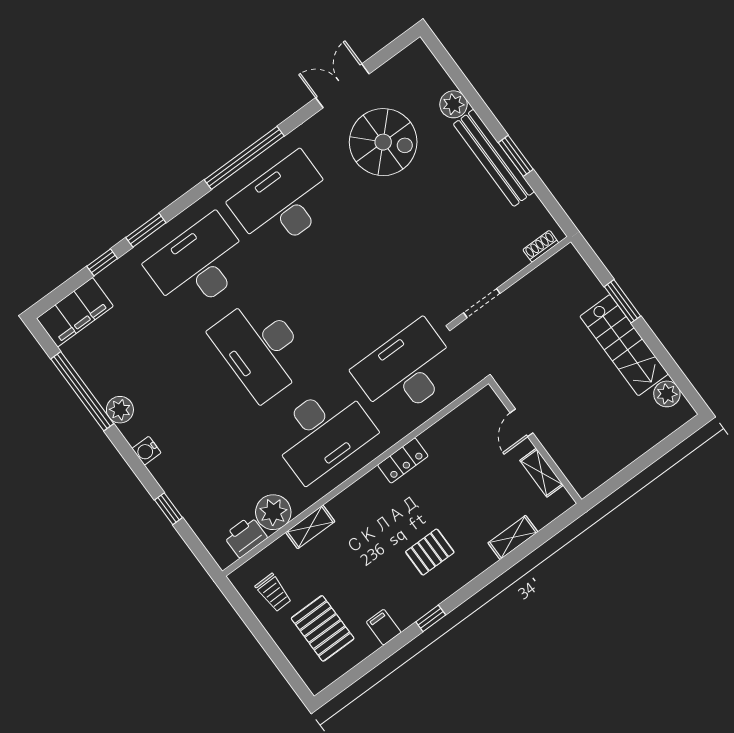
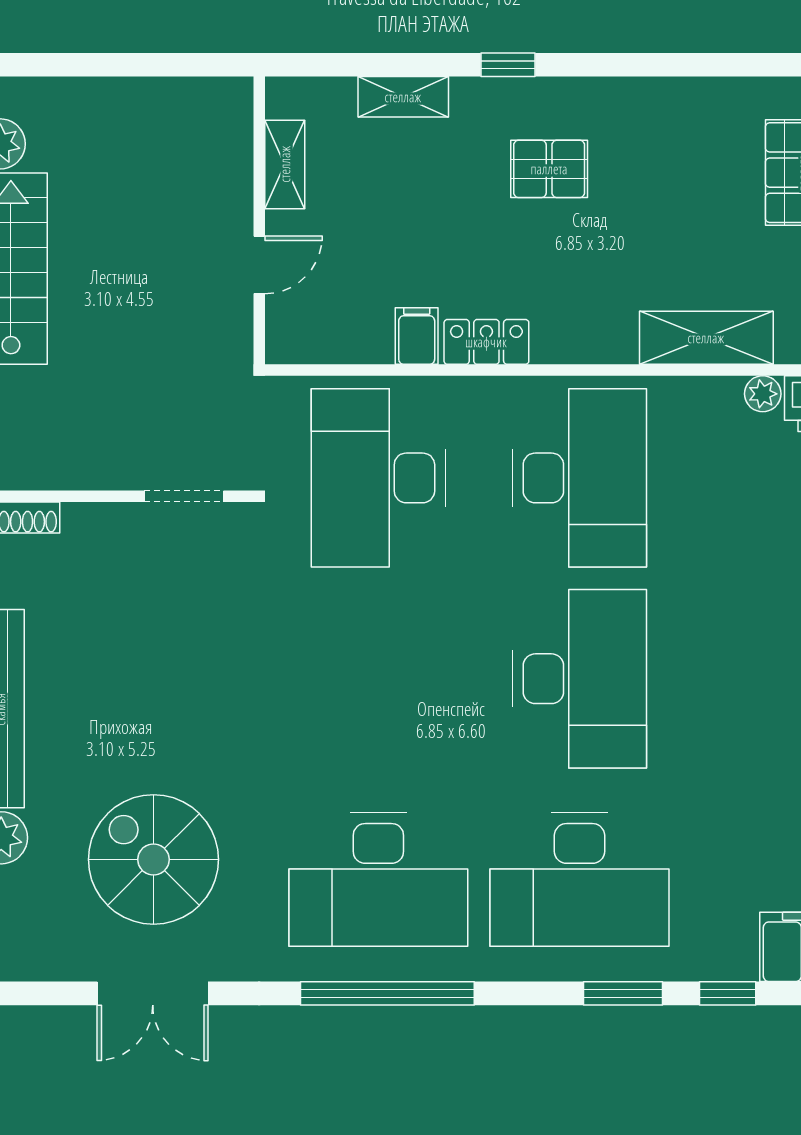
desk: (406, 370) -> (378, 478), turned 90
desk: (322, 432) -> (579, 478), turned 90
plant: (273, 512) -> (763, 394), width x0.53, depth x0.53
shelving: (310, 527) -> (706, 338), width x1.50, depth x1.33
window: (431, 618) -> (508, 65), moved
filing cabinet: (384, 627) -> (417, 336), moved, turned 180

